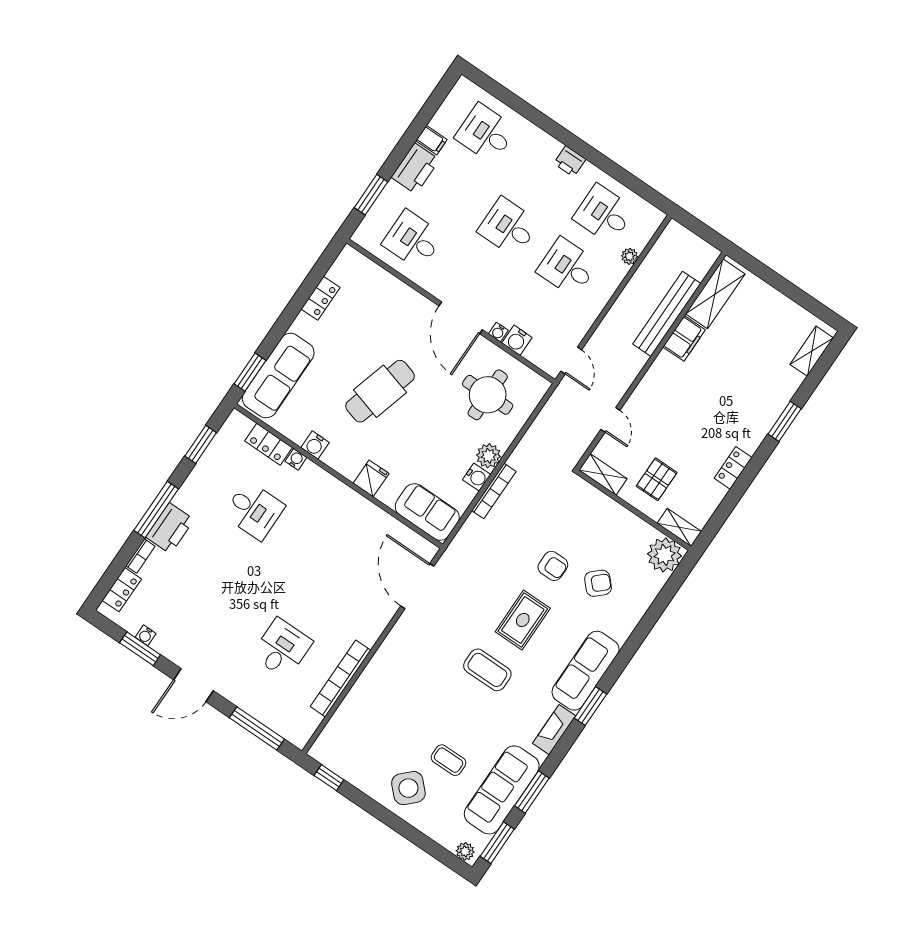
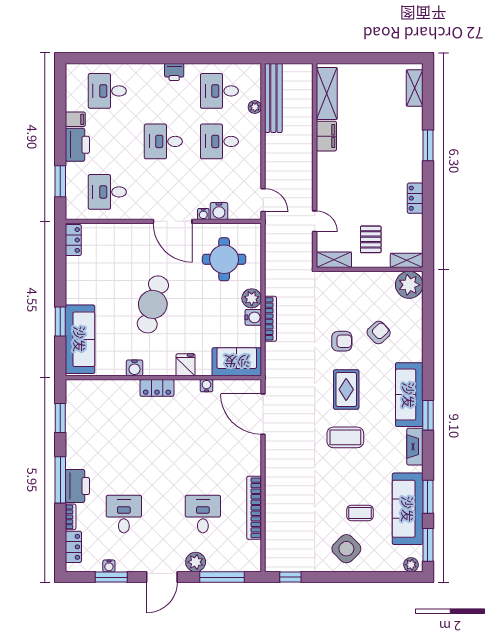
locker: (321, 298) -> (73, 240), moved
bench: (667, 314) -> (273, 98), moved
window: (250, 372) -> (60, 322), moved
locker: (268, 444) -> (157, 388), moved
water cooler: (296, 459) -> (206, 386), moved
desk: (254, 510) -> (124, 514), moved, turned -90
plant: (240, 694) -> (196, 562), added

